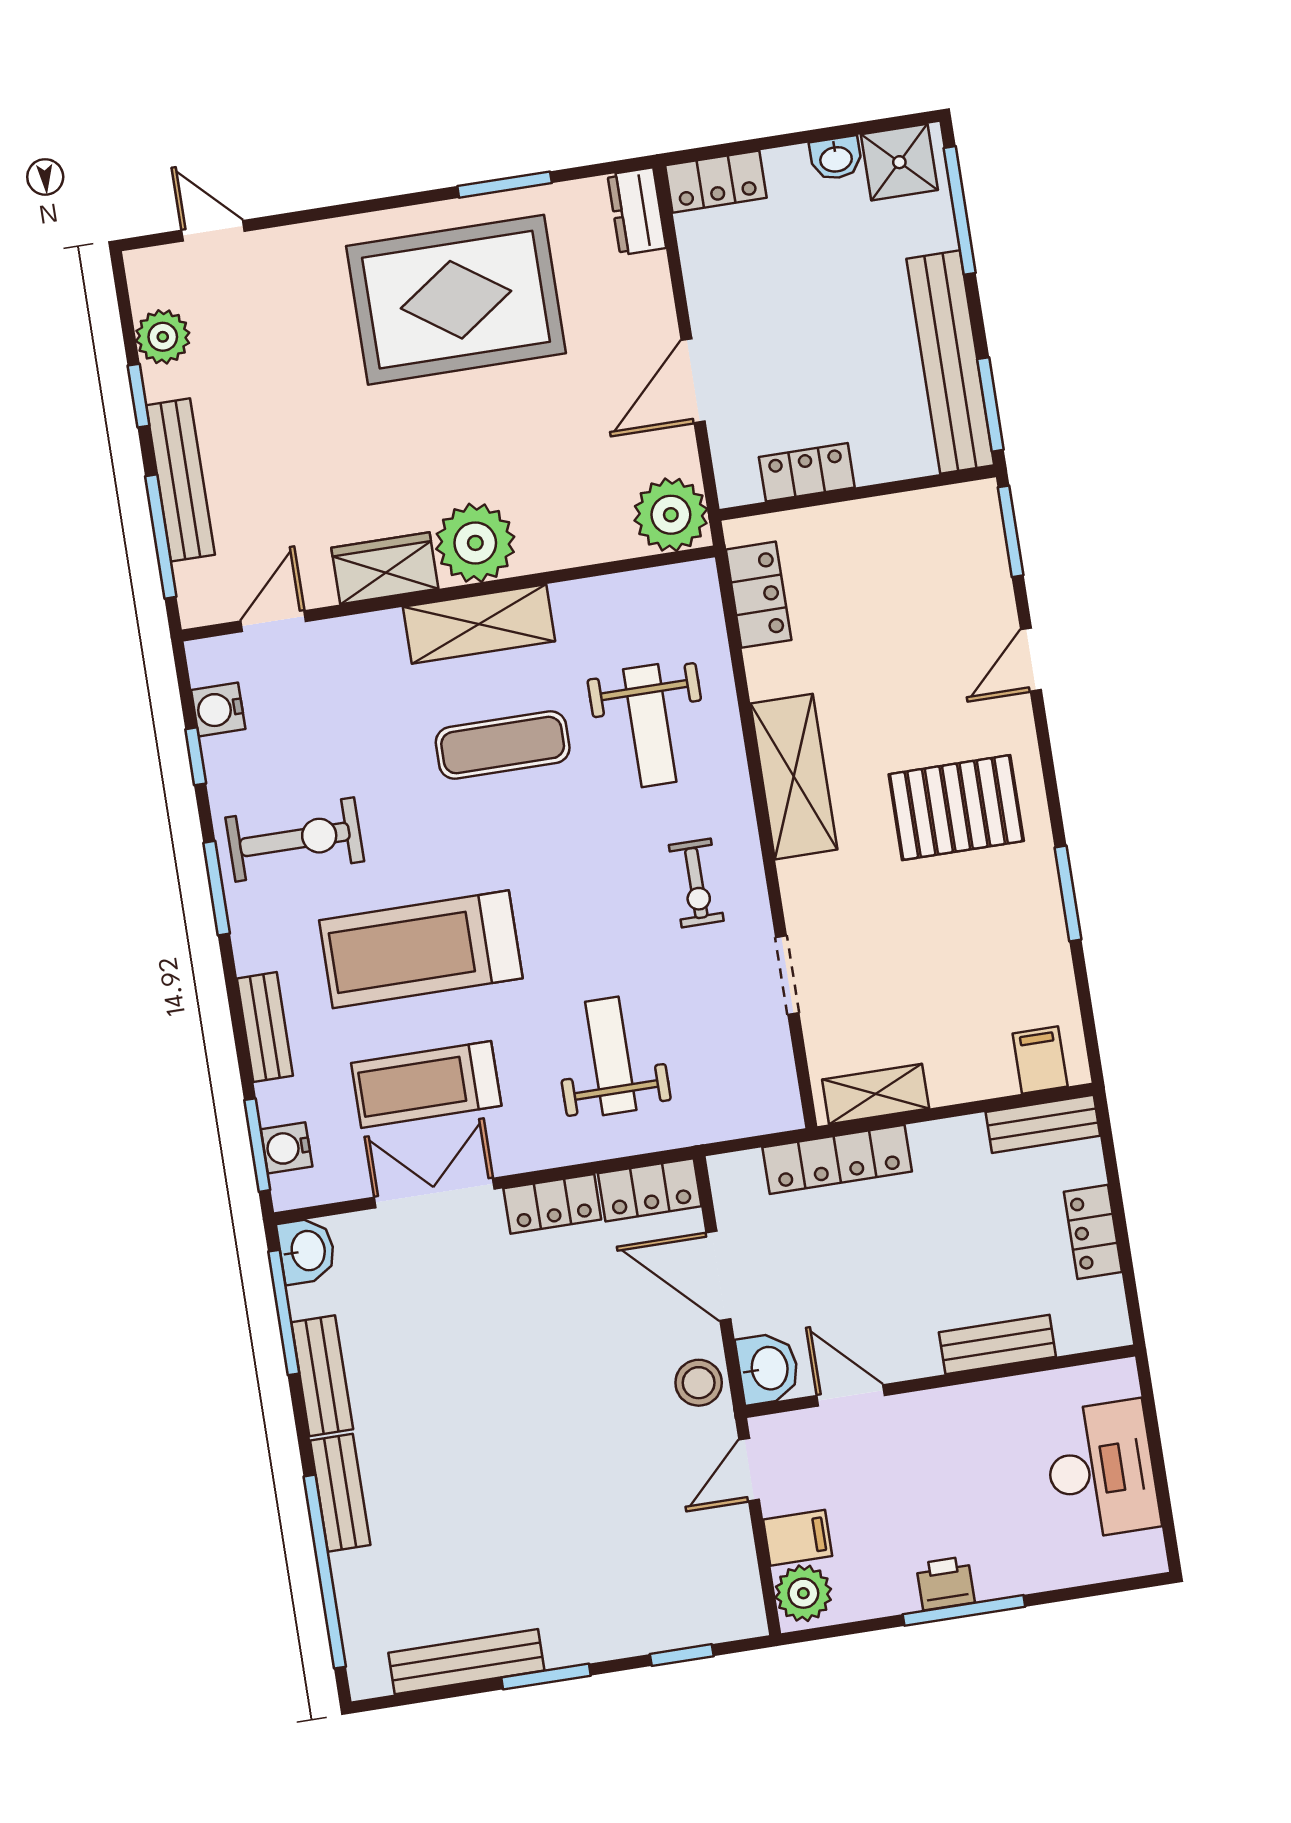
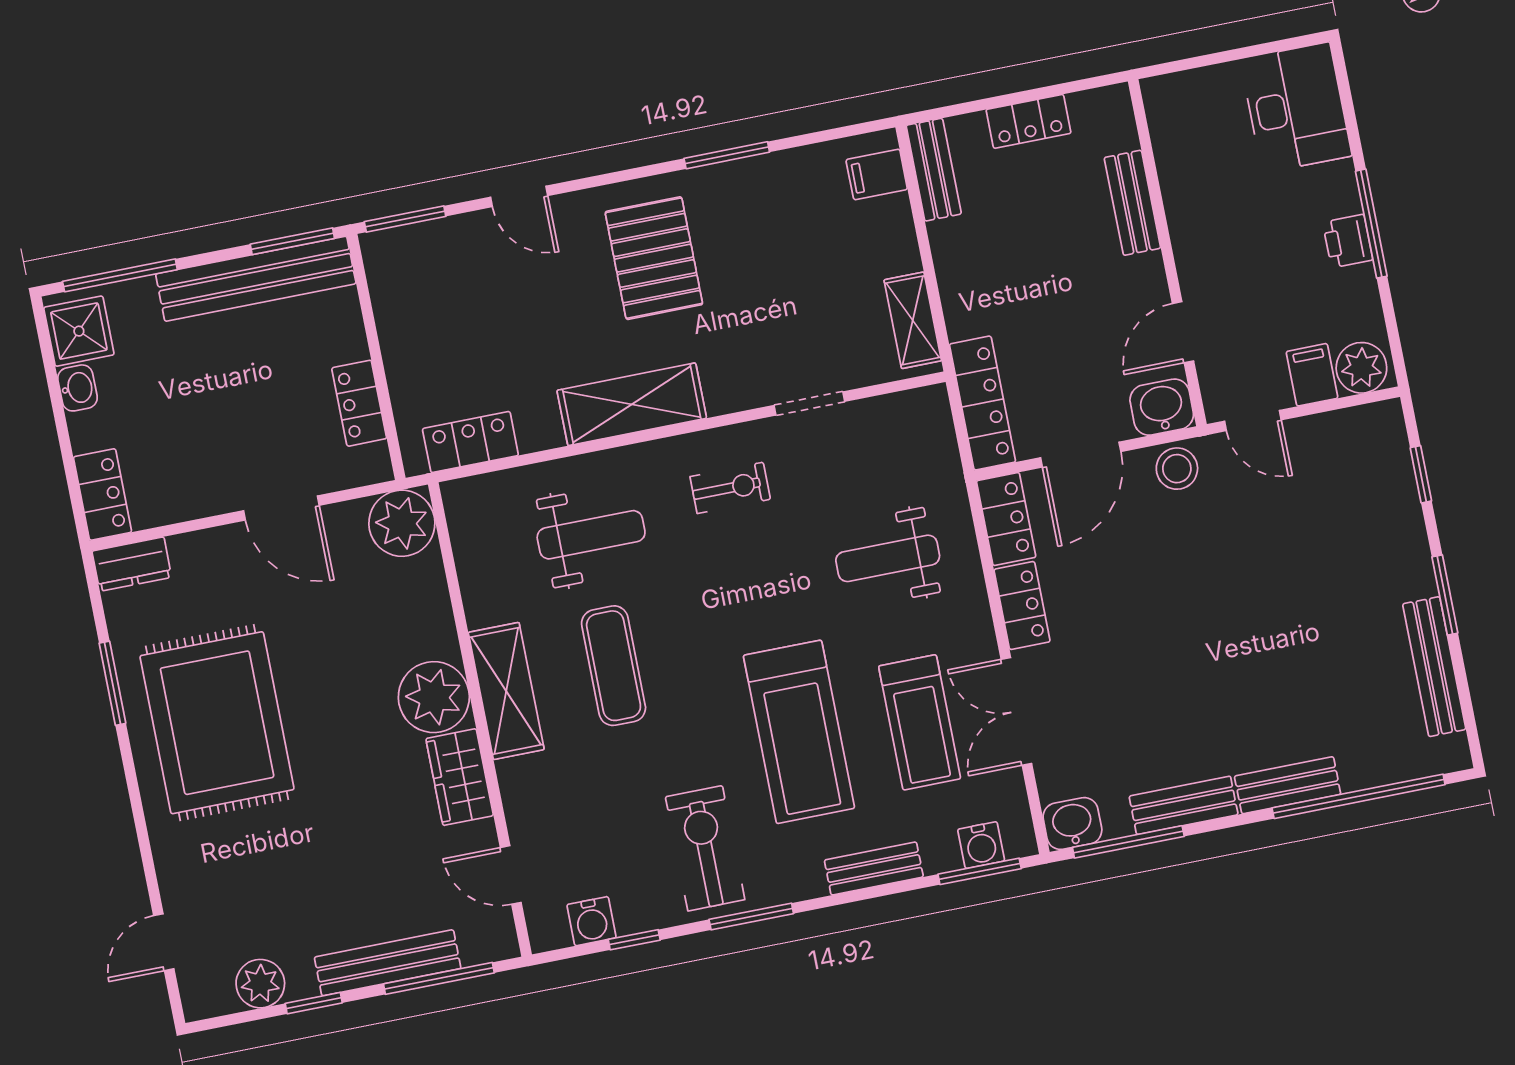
locker: (837, 1159) -> (983, 403), moved
desk: (1101, 1470) -> (1296, 108), moved, turned 90

